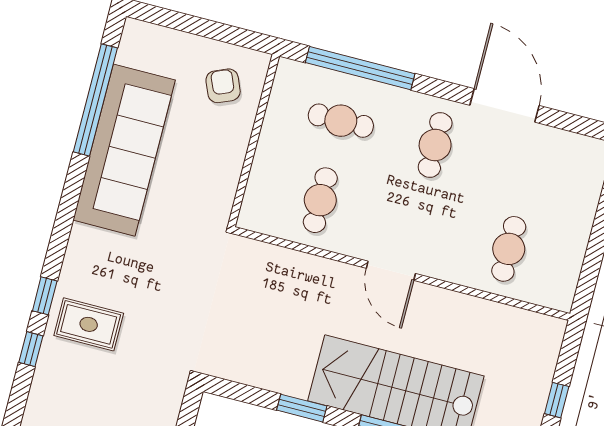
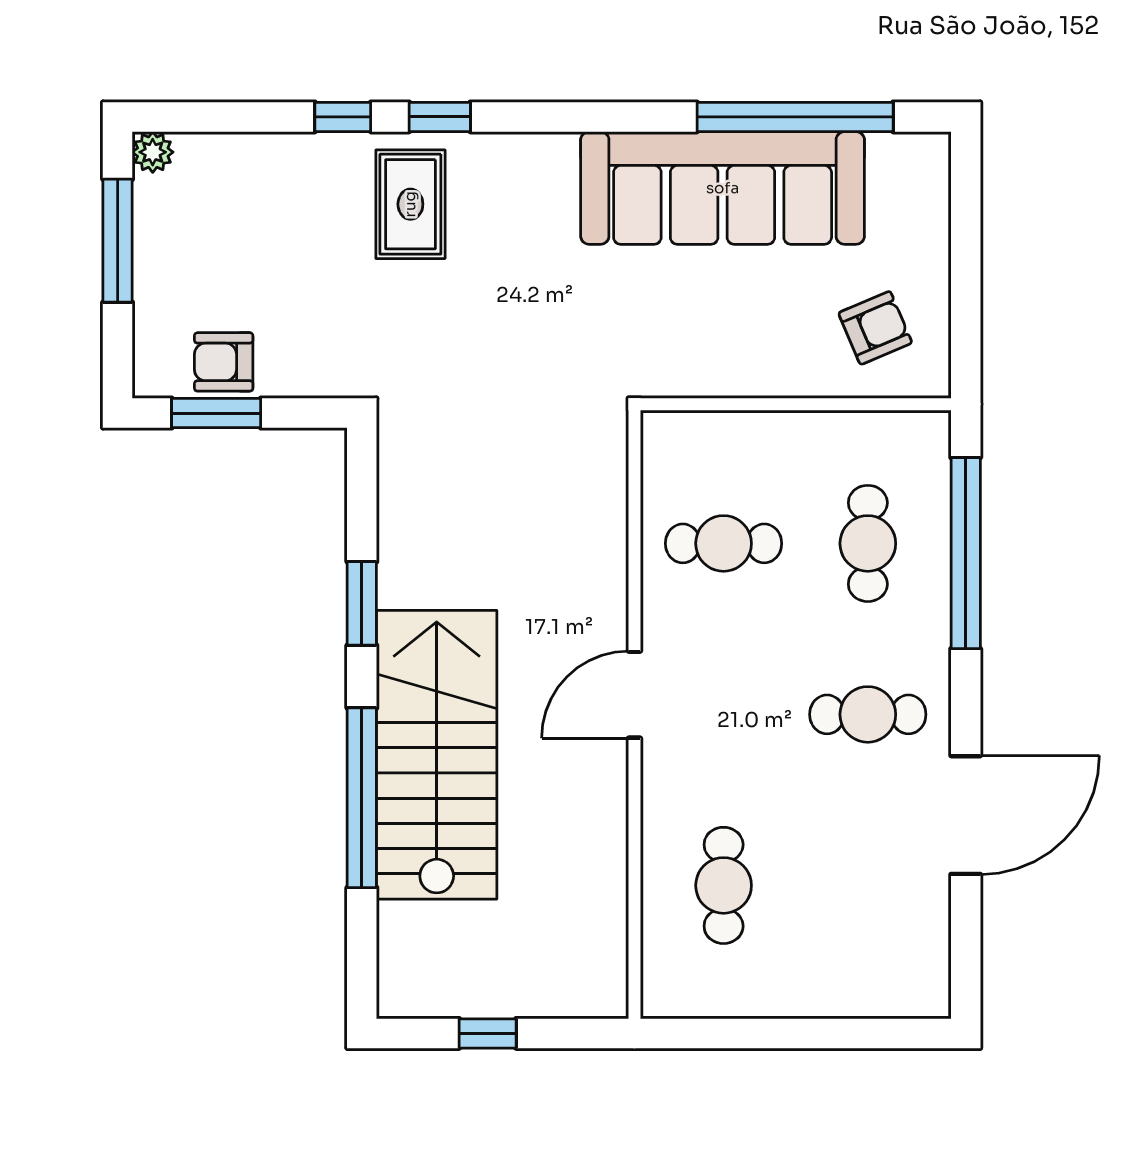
cafe table: (509, 249) -> (724, 885), turned 90

